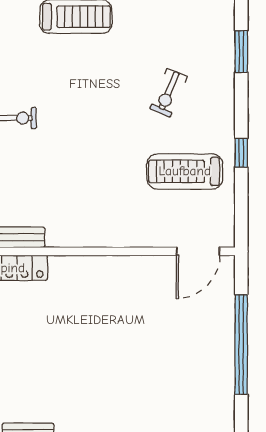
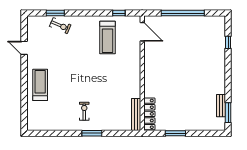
exercise bike: (168, 93) -> (60, 26), moved
window: (241, 153) -> (119, 13), moved

